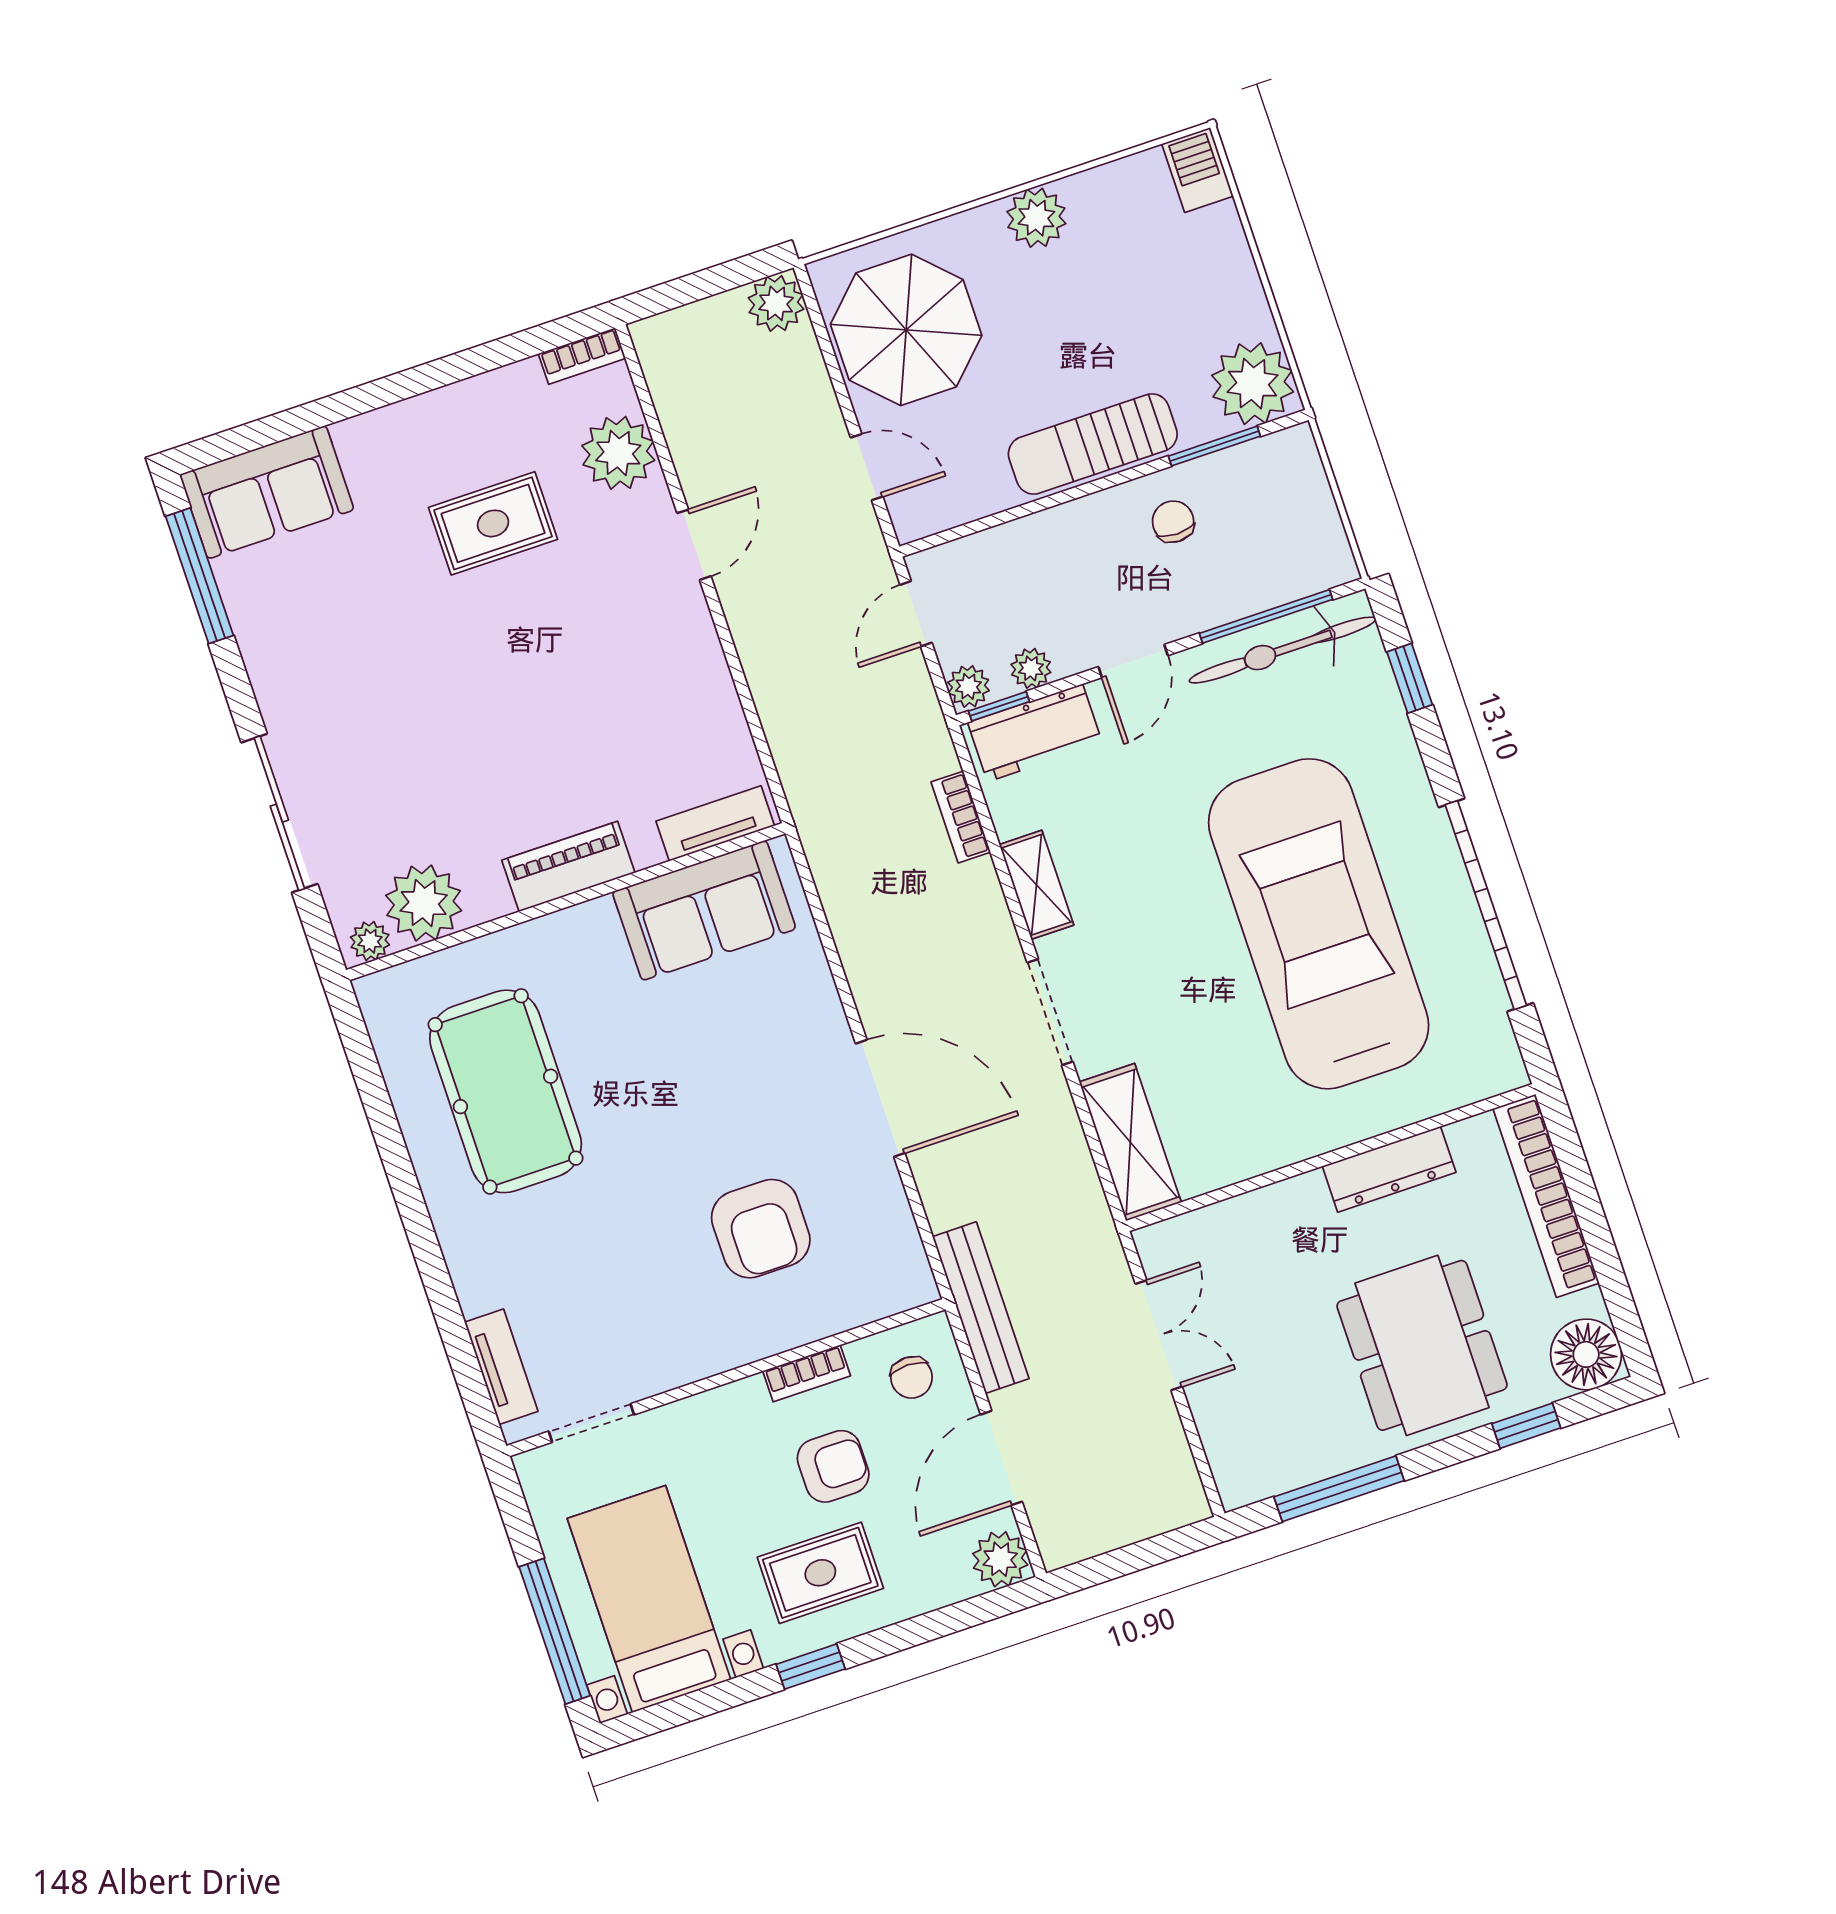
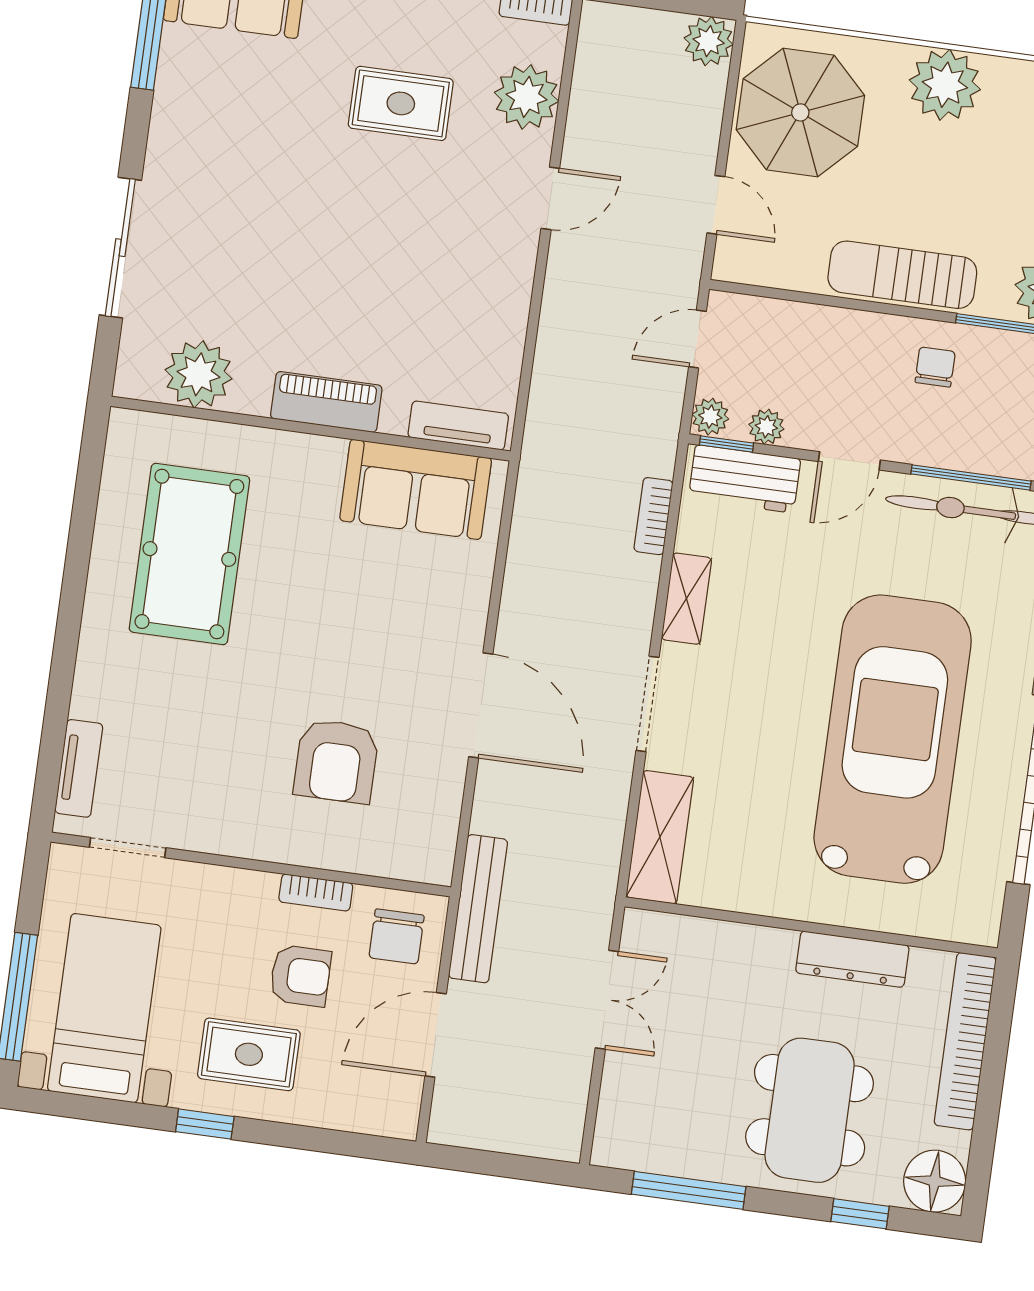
plant: (1036, 218) -> (945, 85), width x1.36, depth x1.36
plant: (370, 941) -> (142, 383), removed
chair: (911, 1377) -> (397, 936), width x1.37, depth x1.37
plant: (1000, 1559) -> (395, 1114), removed

